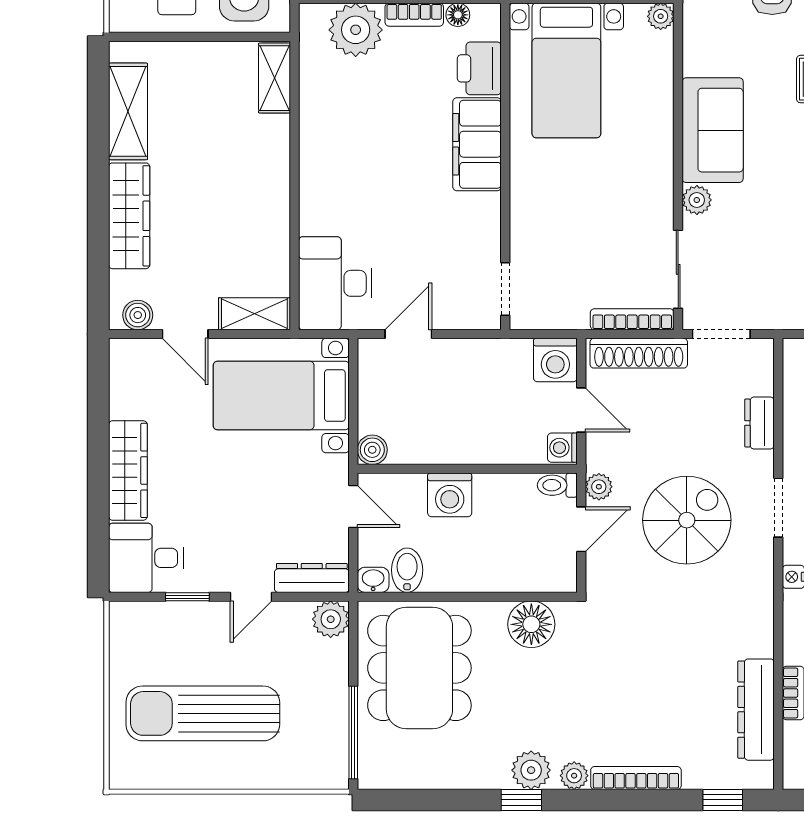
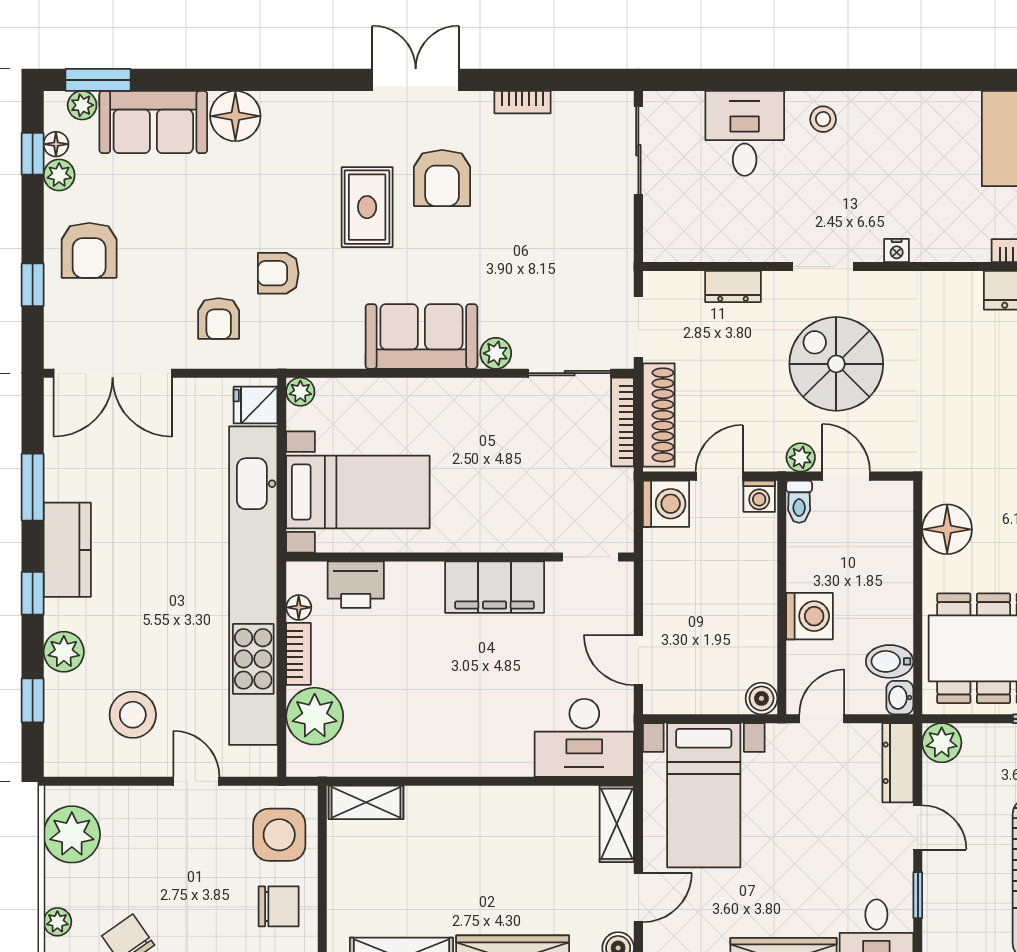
filing cabinet: (477, 144) -> (495, 587), moved

